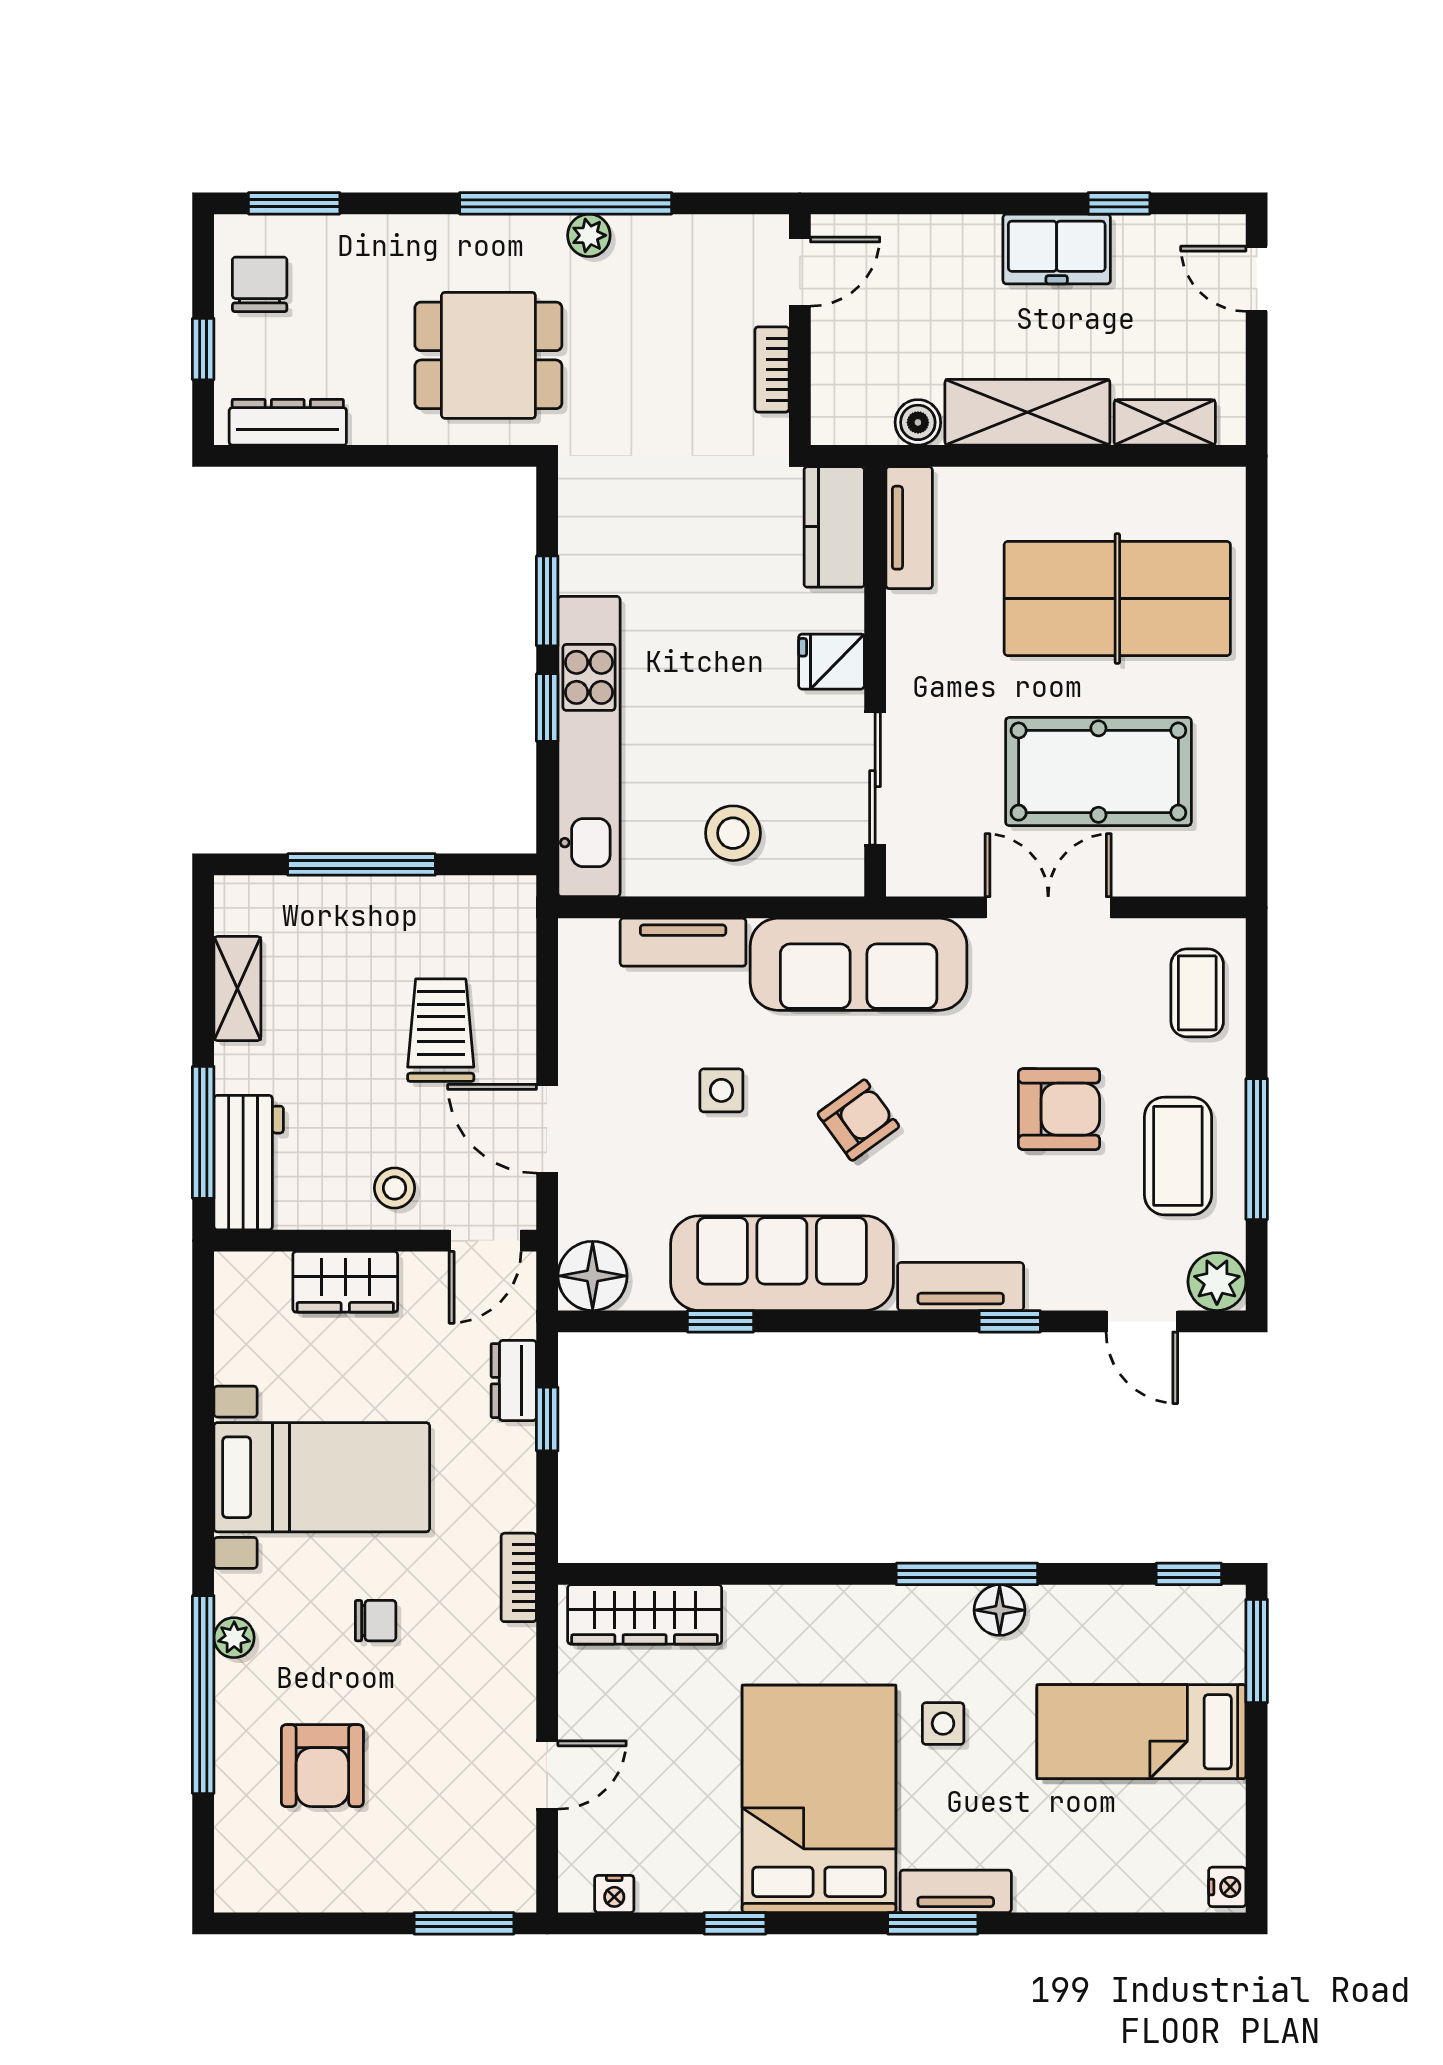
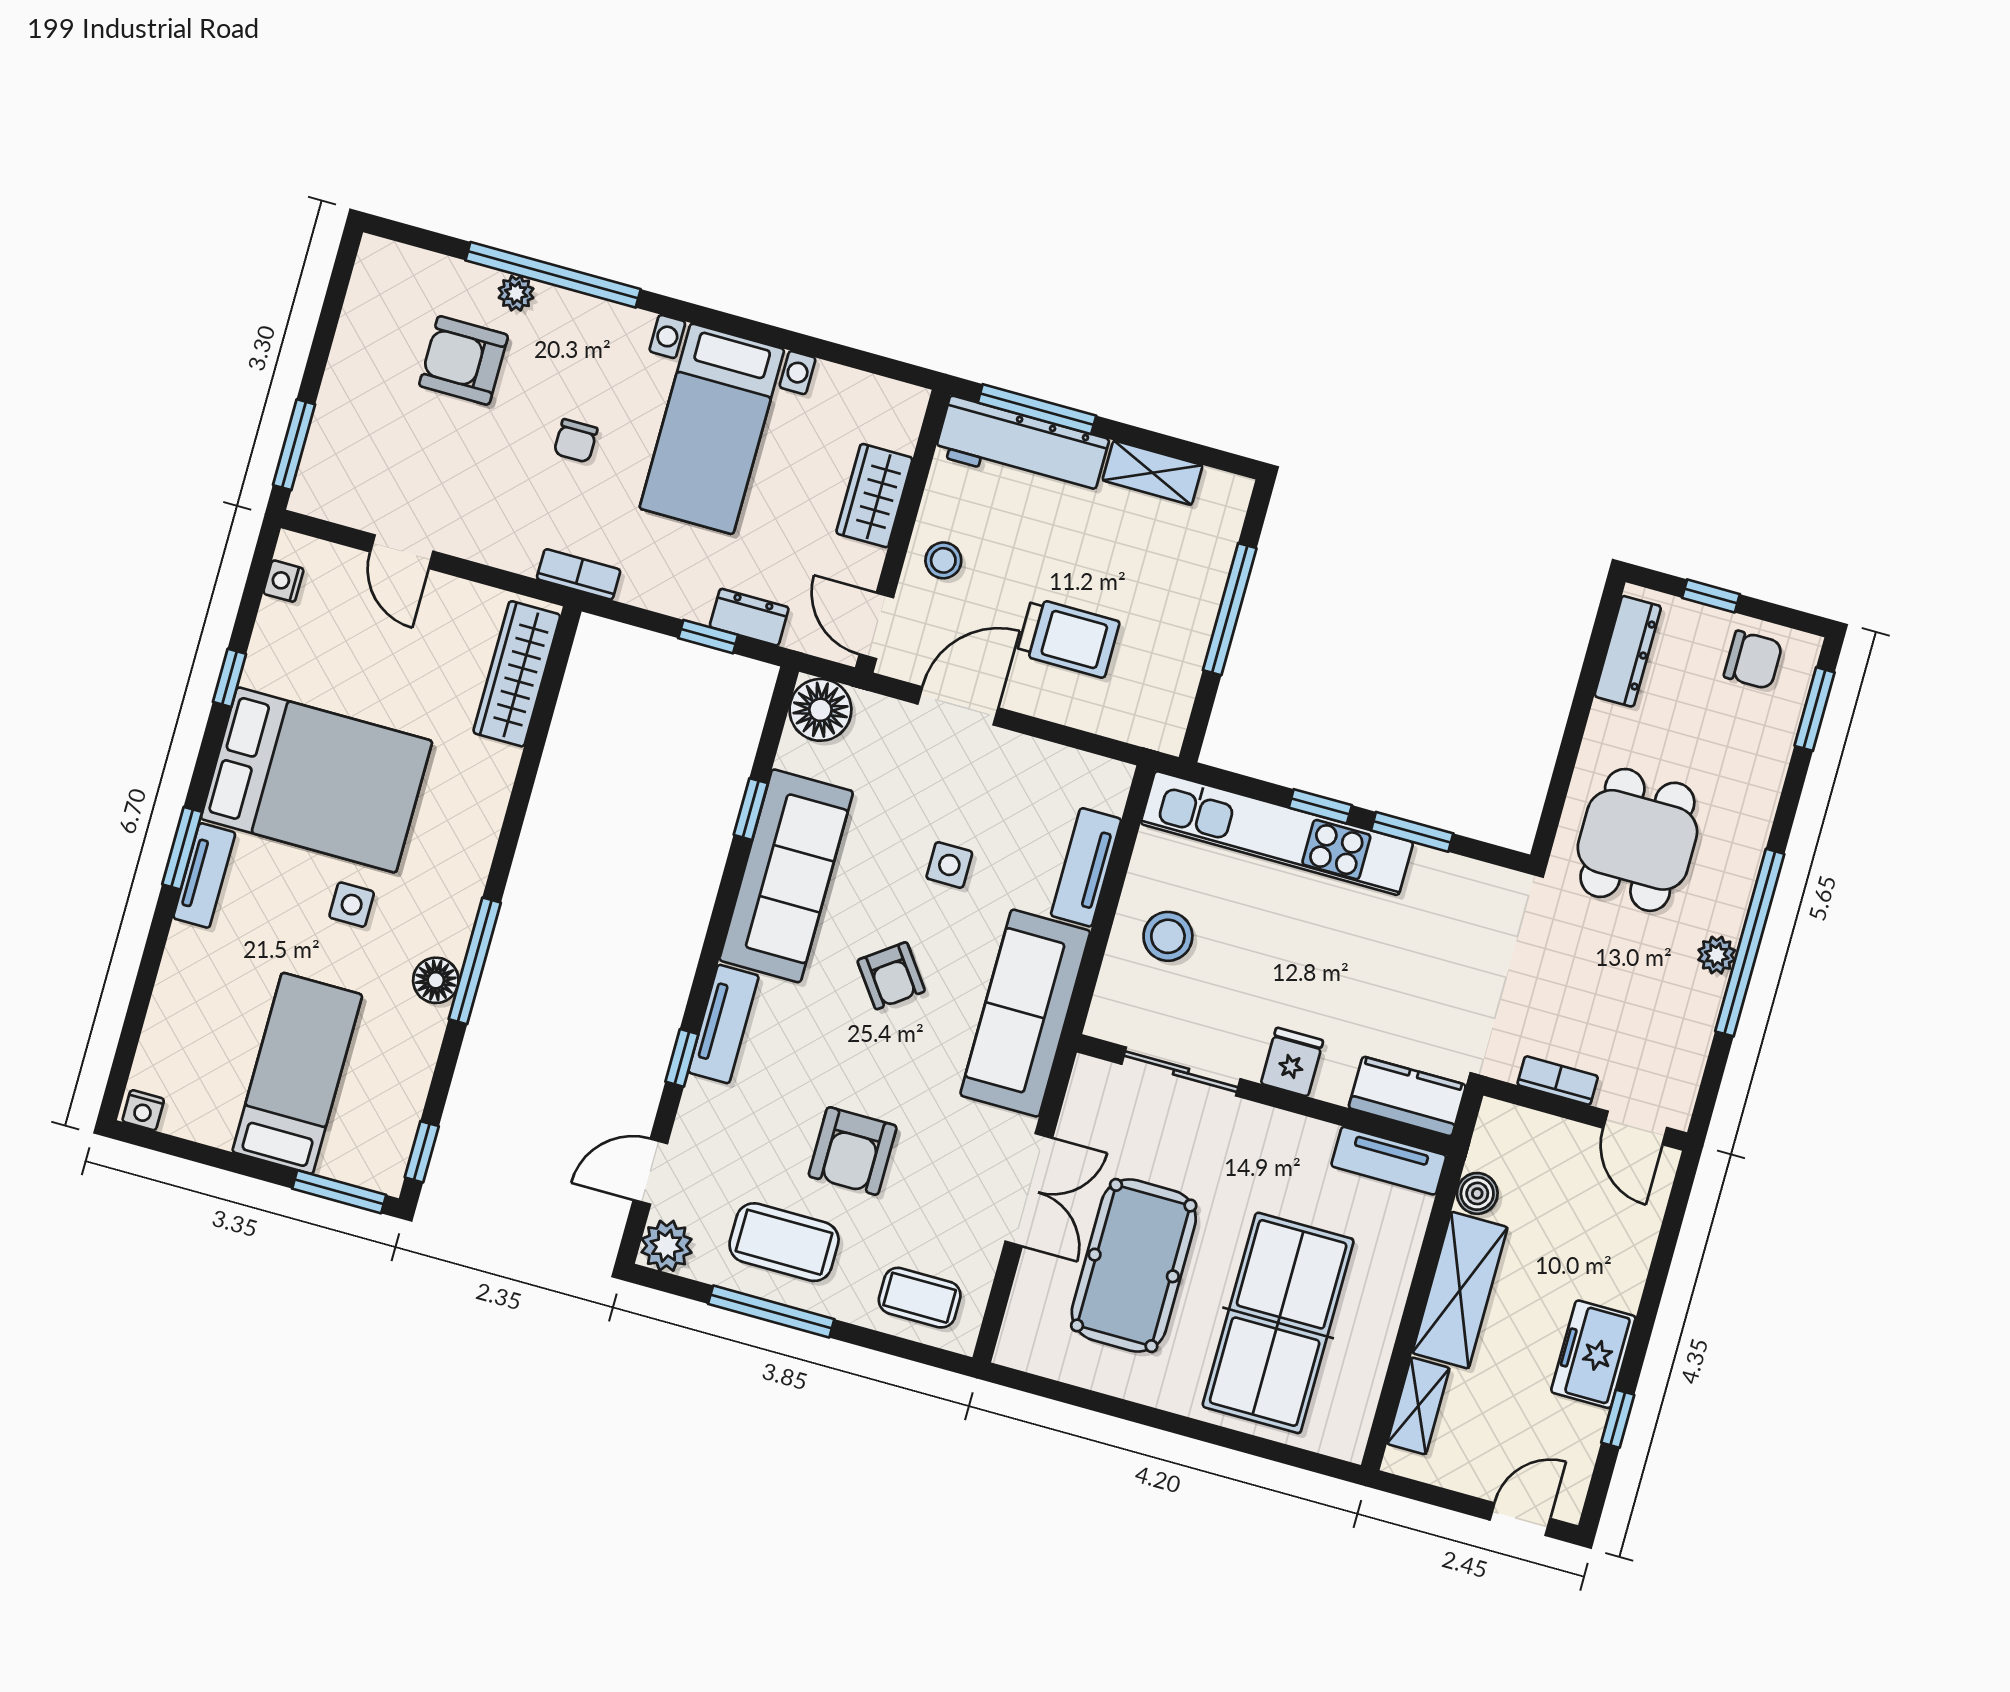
workbench: (249, 1163) -> (1022, 447), width x1.38
plant: (234, 1638) -> (516, 293), moved

